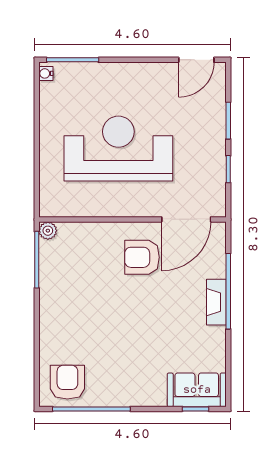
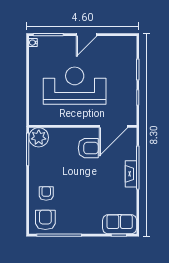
door: (196, 60) -> (87, 35), moved
plant: (48, 231) -> (39, 137), width x1.87, depth x1.87
armchair: (142, 257) -> (88, 148), turned 180
armchair: (69, 336) -> (46, 193), added

